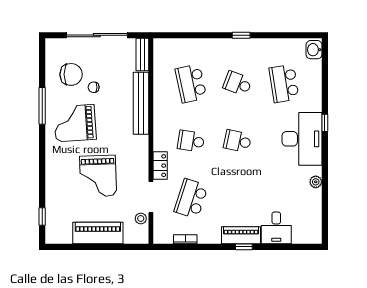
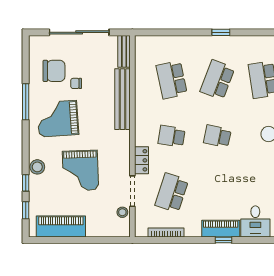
school desk: (238, 84) -> (217, 80), width x1.85
stool: (54, 172) -> (37, 167), added
window: (42, 189) -> (26, 183), added
piano: (98, 233) -> (61, 226), moved
bookcase: (185, 239) -> (166, 233), width x1.56

